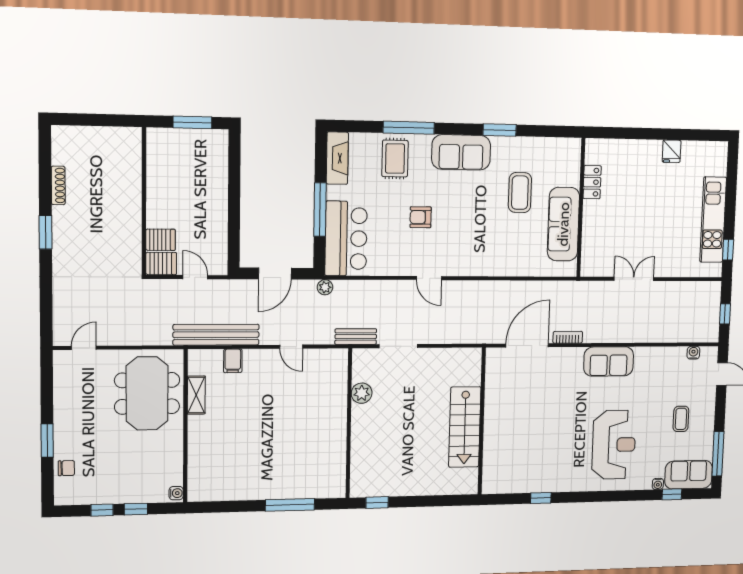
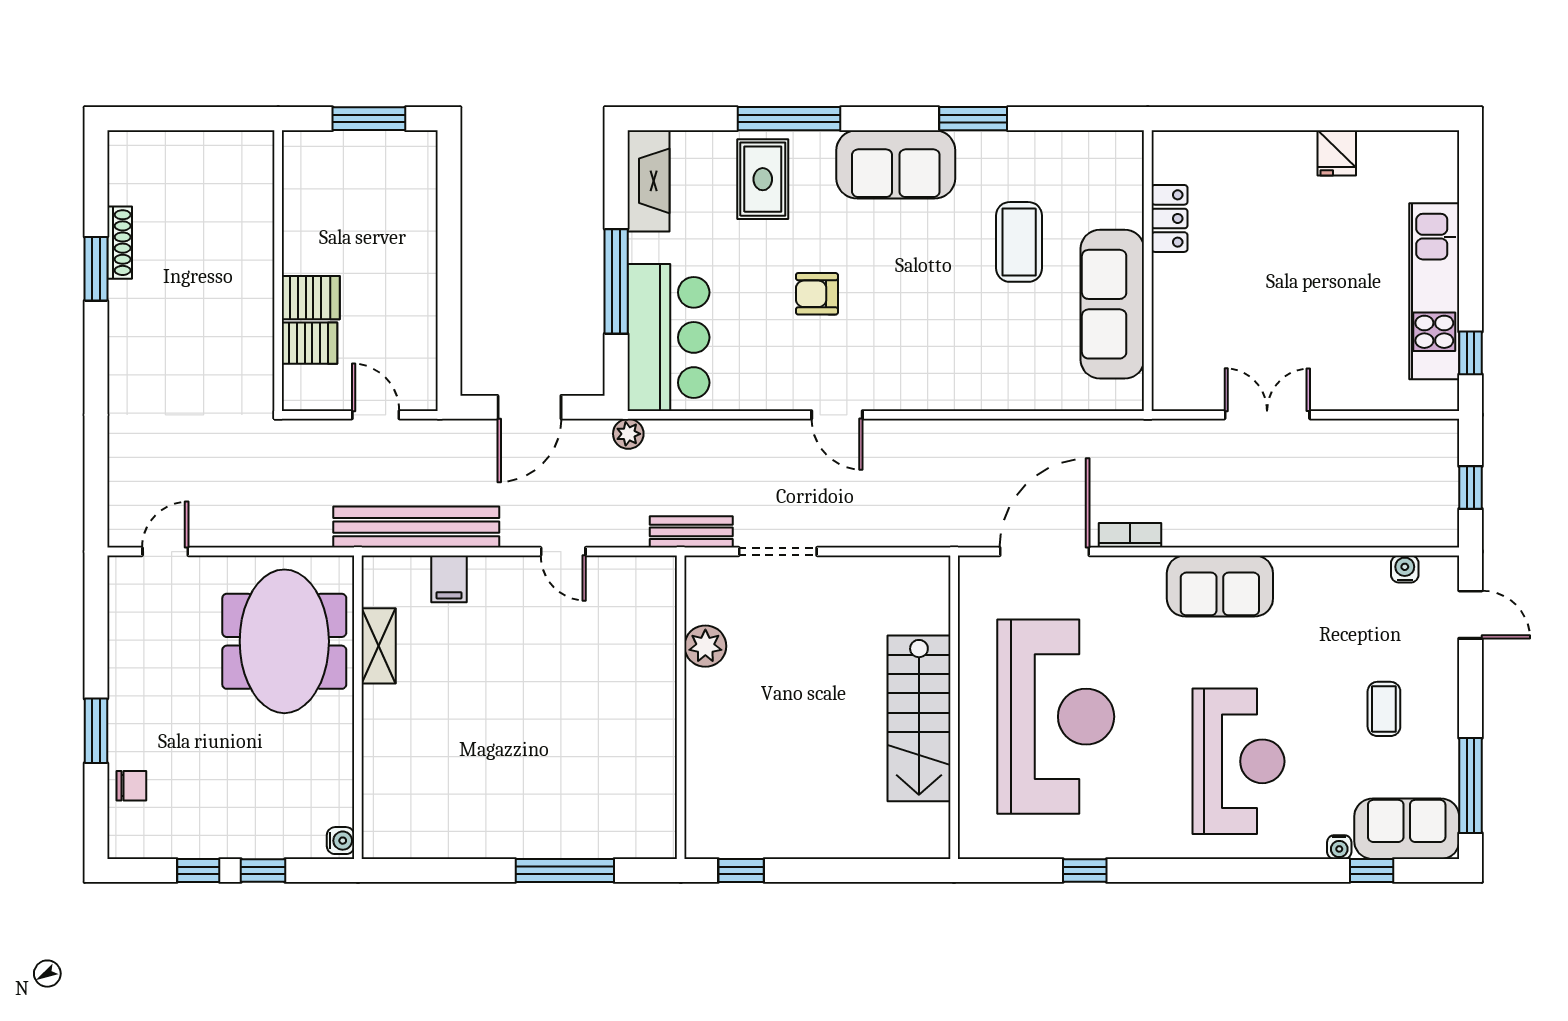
window: (46, 232) -> (96, 269), moved
server rack: (161, 263) -> (311, 298), moved
reception desk: (530, 425) -> (1056, 717), added

